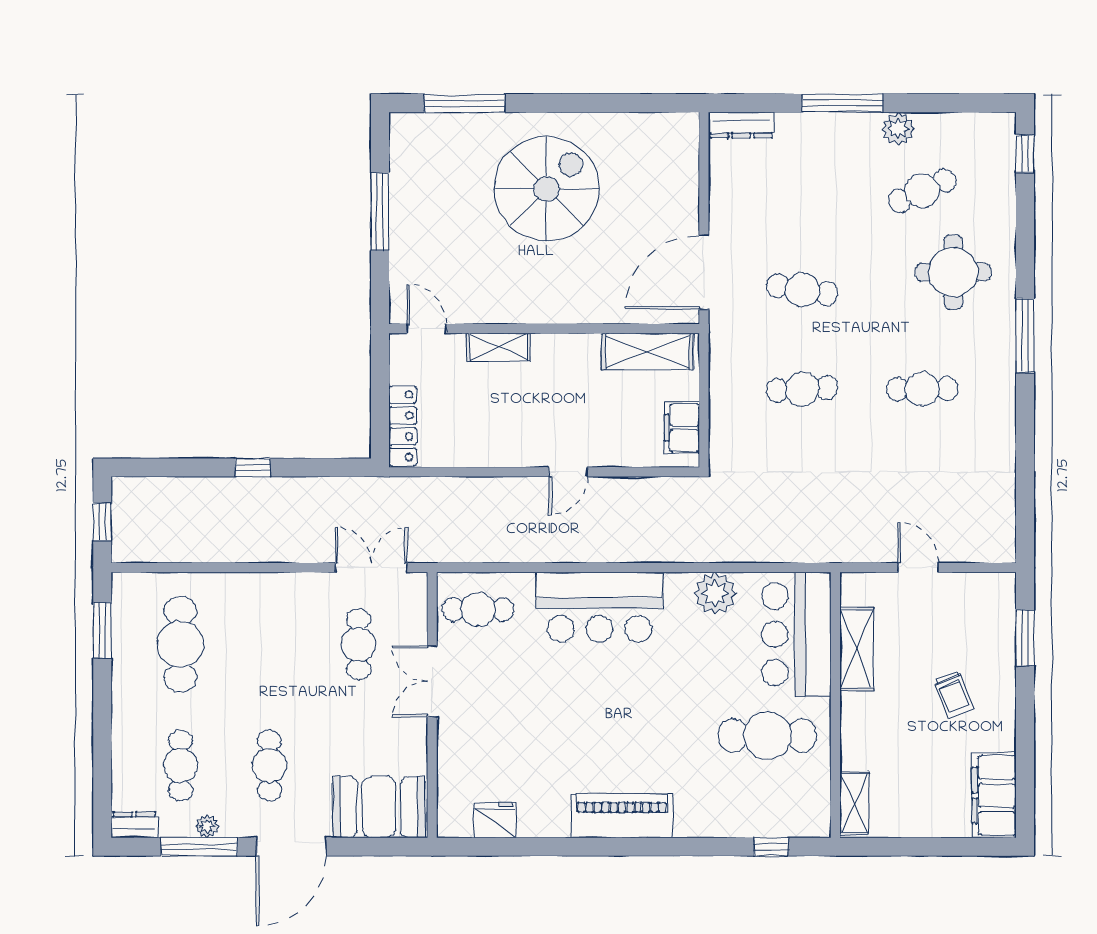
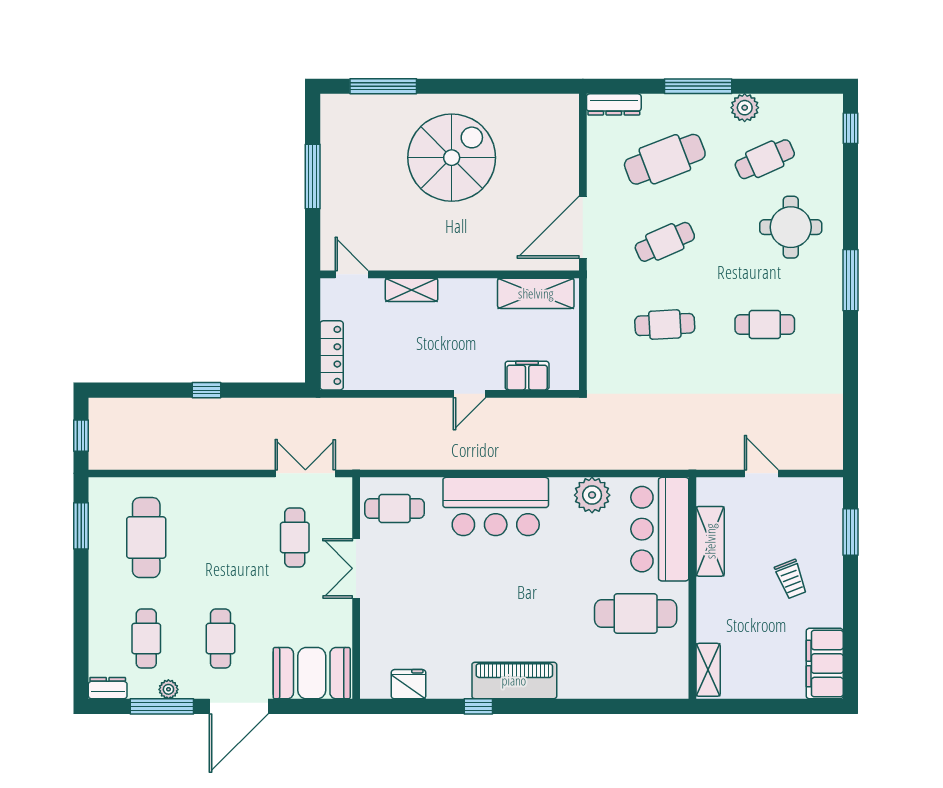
cafe table: (802, 191) -> (665, 159), added
cafe table: (802, 290) -> (665, 242), turned -33
filing cabinet: (682, 428) -> (527, 376), moved, turned 90
window: (771, 847) -> (478, 706), moved

